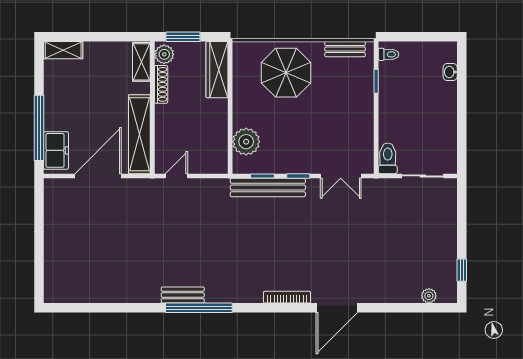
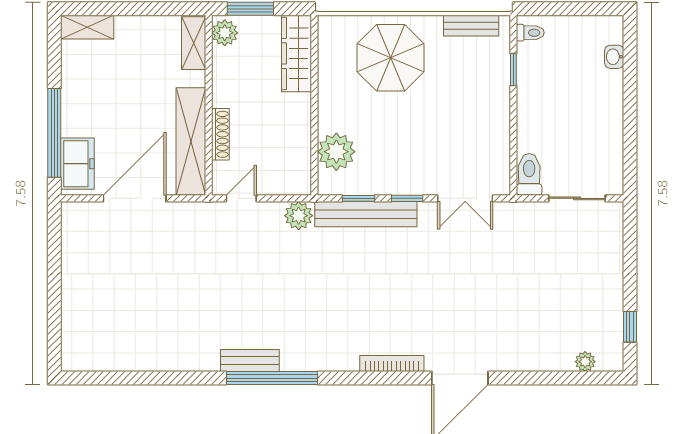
shoe rack: (161, 84) -> (220, 134), moved
plant: (218, 189) -> (299, 216), added

